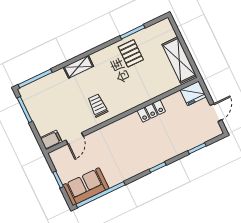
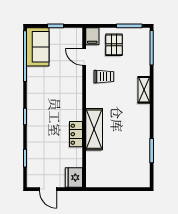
pallet: (131, 53) -> (114, 45), moved, turned 90
shelving: (179, 60) -> (94, 129), moved, turned 90
trolley: (98, 105) -> (104, 77), moved

